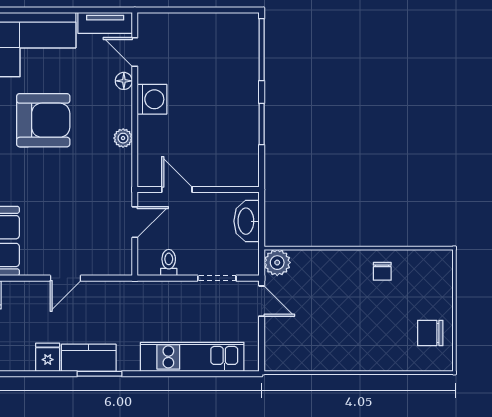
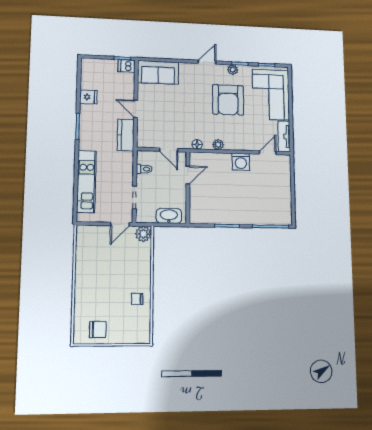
floor lamp: (124, 81) -> (197, 144), moved
chair: (430, 333) -> (98, 329), turned 90
kitchen counter: (89, 358) -> (126, 135), moved, turned 180

